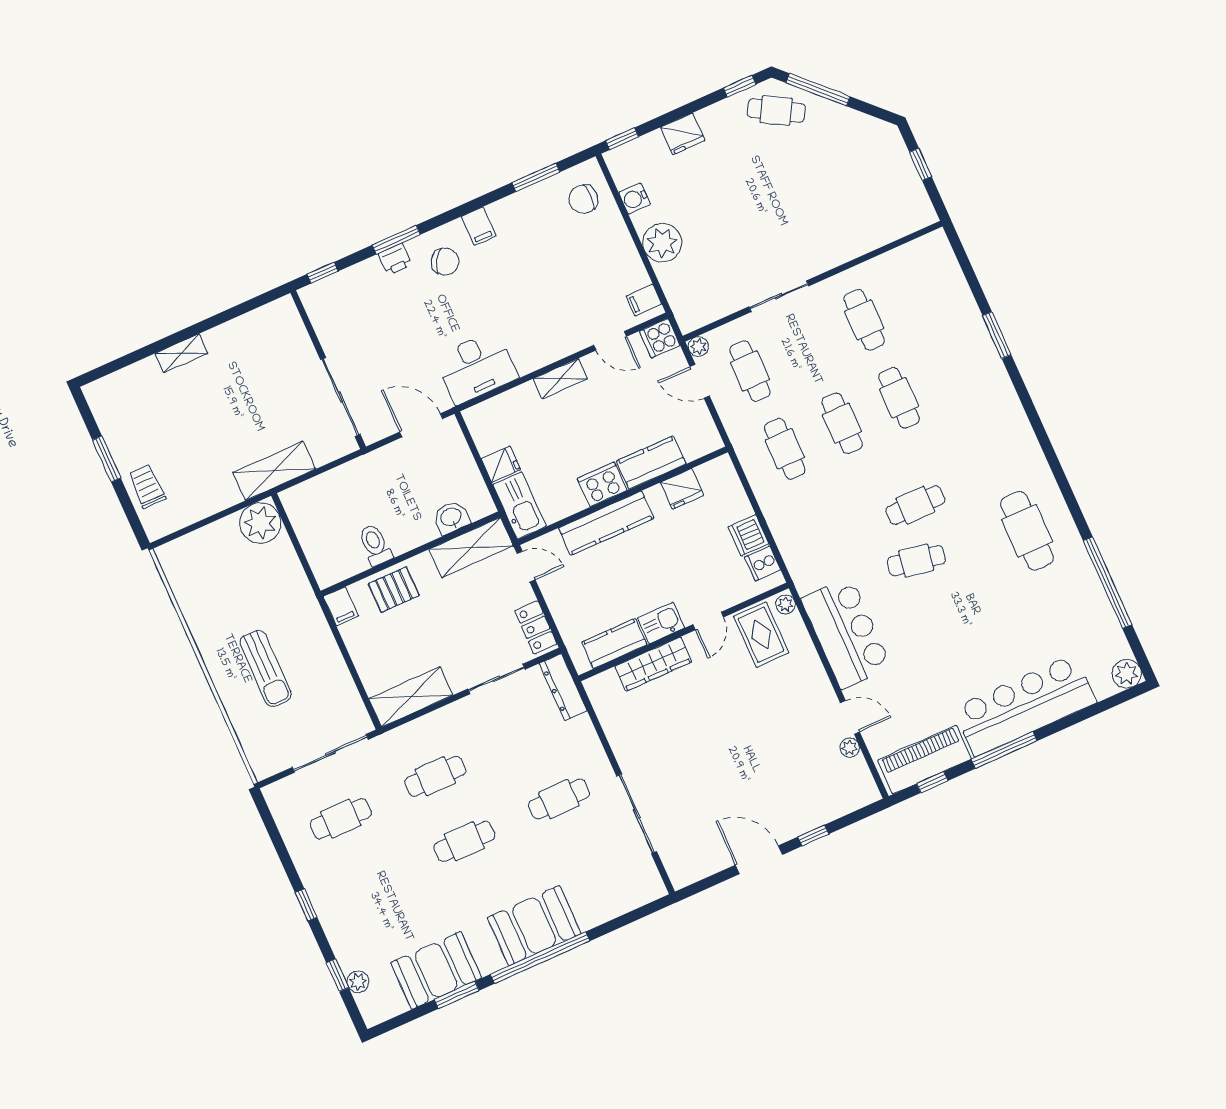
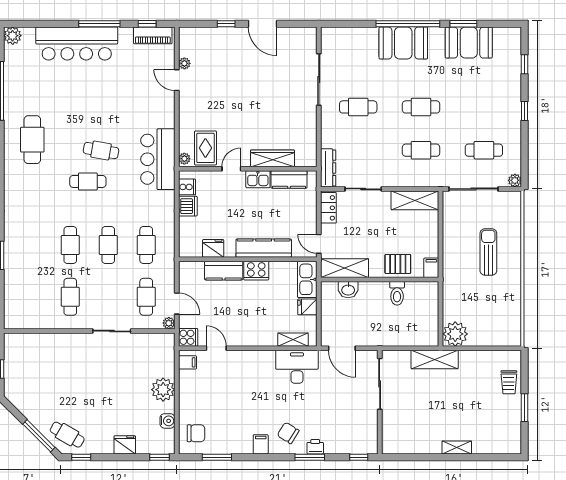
shelving: (560, 379) -> (293, 340), moved
bar counter: (846, 633) -> (158, 159), moved
piano: (925, 760) -> (153, 35), width x0.73, depth x0.75
plant: (358, 982) -> (515, 180), moved

